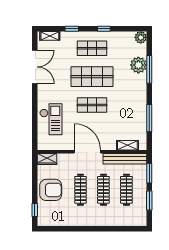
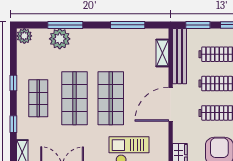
shop shelf: (92, 105) -> (111, 98), width x1.43, depth x1.36

